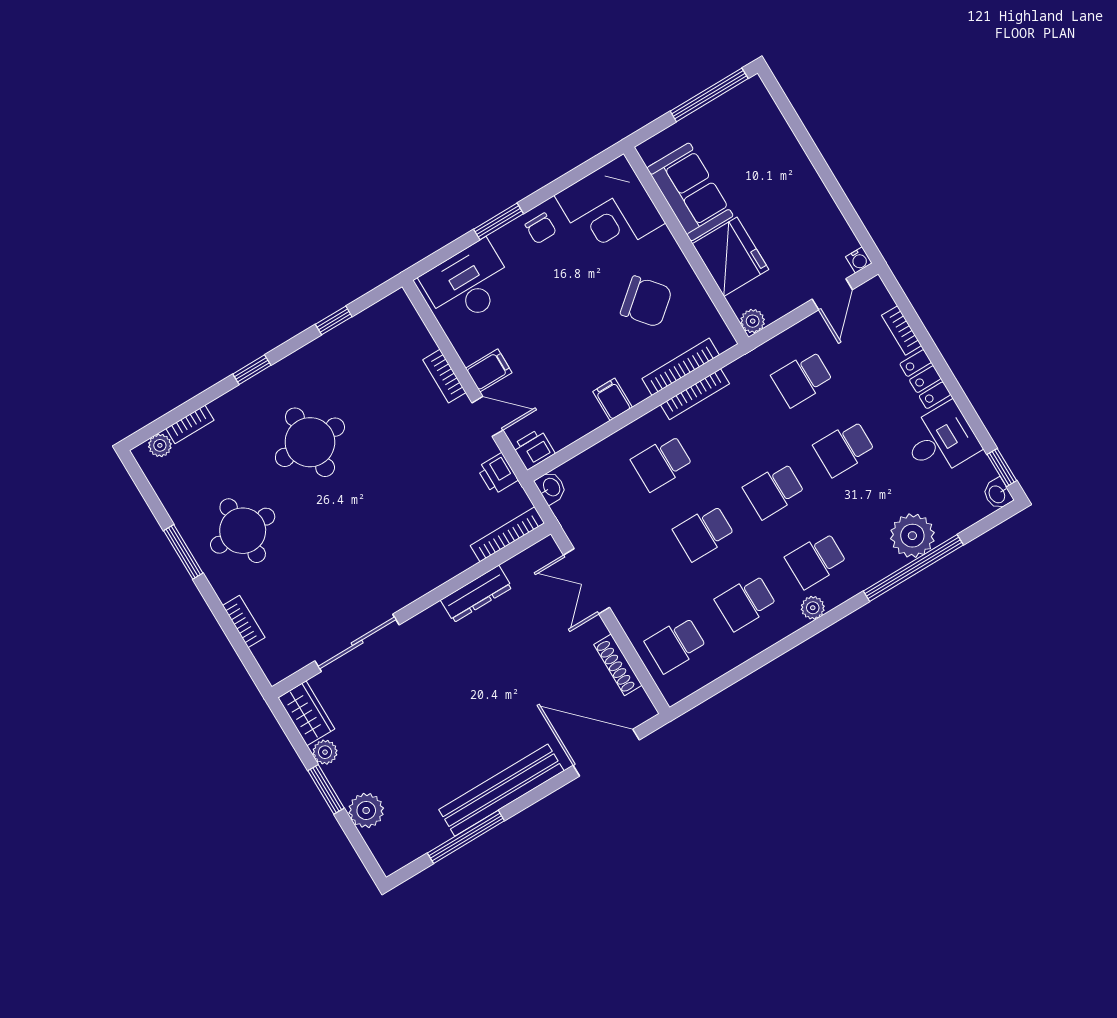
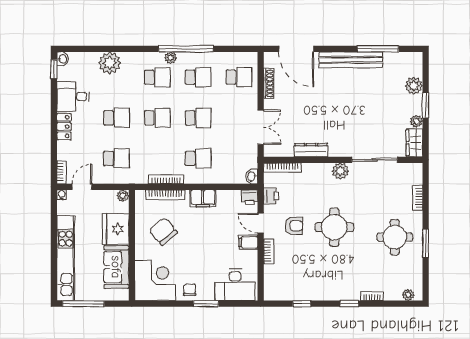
kitchen unit: (786, 155) -> (66, 258), added
bookcase: (902, 330) -> (62, 172), moved
filing cabinet: (612, 399) -> (203, 198), width x2.00
bookcase: (190, 424) -> (372, 296), moved
round table: (310, 442) -> (334, 227), moved
armchair: (428, 446) -> (294, 226), added
window: (913, 568) -> (186, 49), moved
plant: (404, 588) -> (340, 171), added

